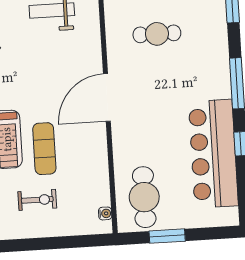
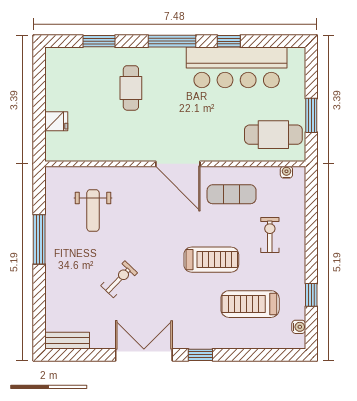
cafe table: (157, 34) -> (131, 88), moved
exercise mat: (44, 149) -> (232, 194), moved

